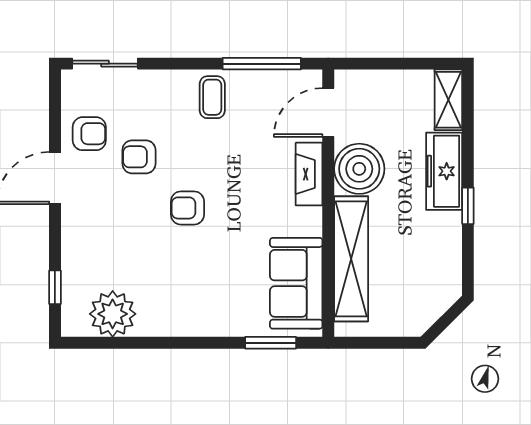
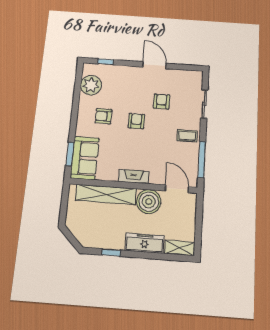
sliding door: (105, 64) -> (204, 104), moved
armchair: (89, 134) -> (104, 116), moved, turned 90
fireplace: (309, 174) -> (134, 177), moved
window: (468, 206) -> (111, 253), moved
sofa: (296, 283) -> (85, 158), moved, turned 90

